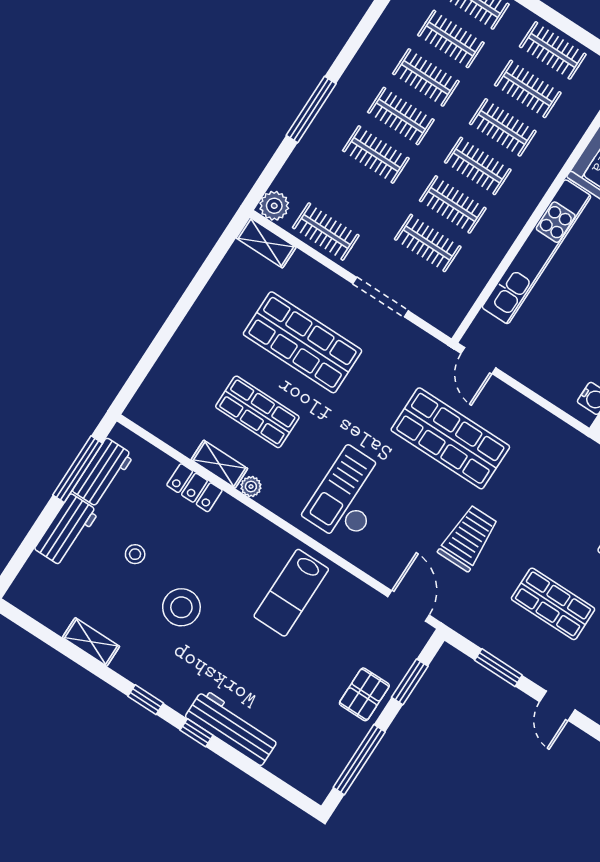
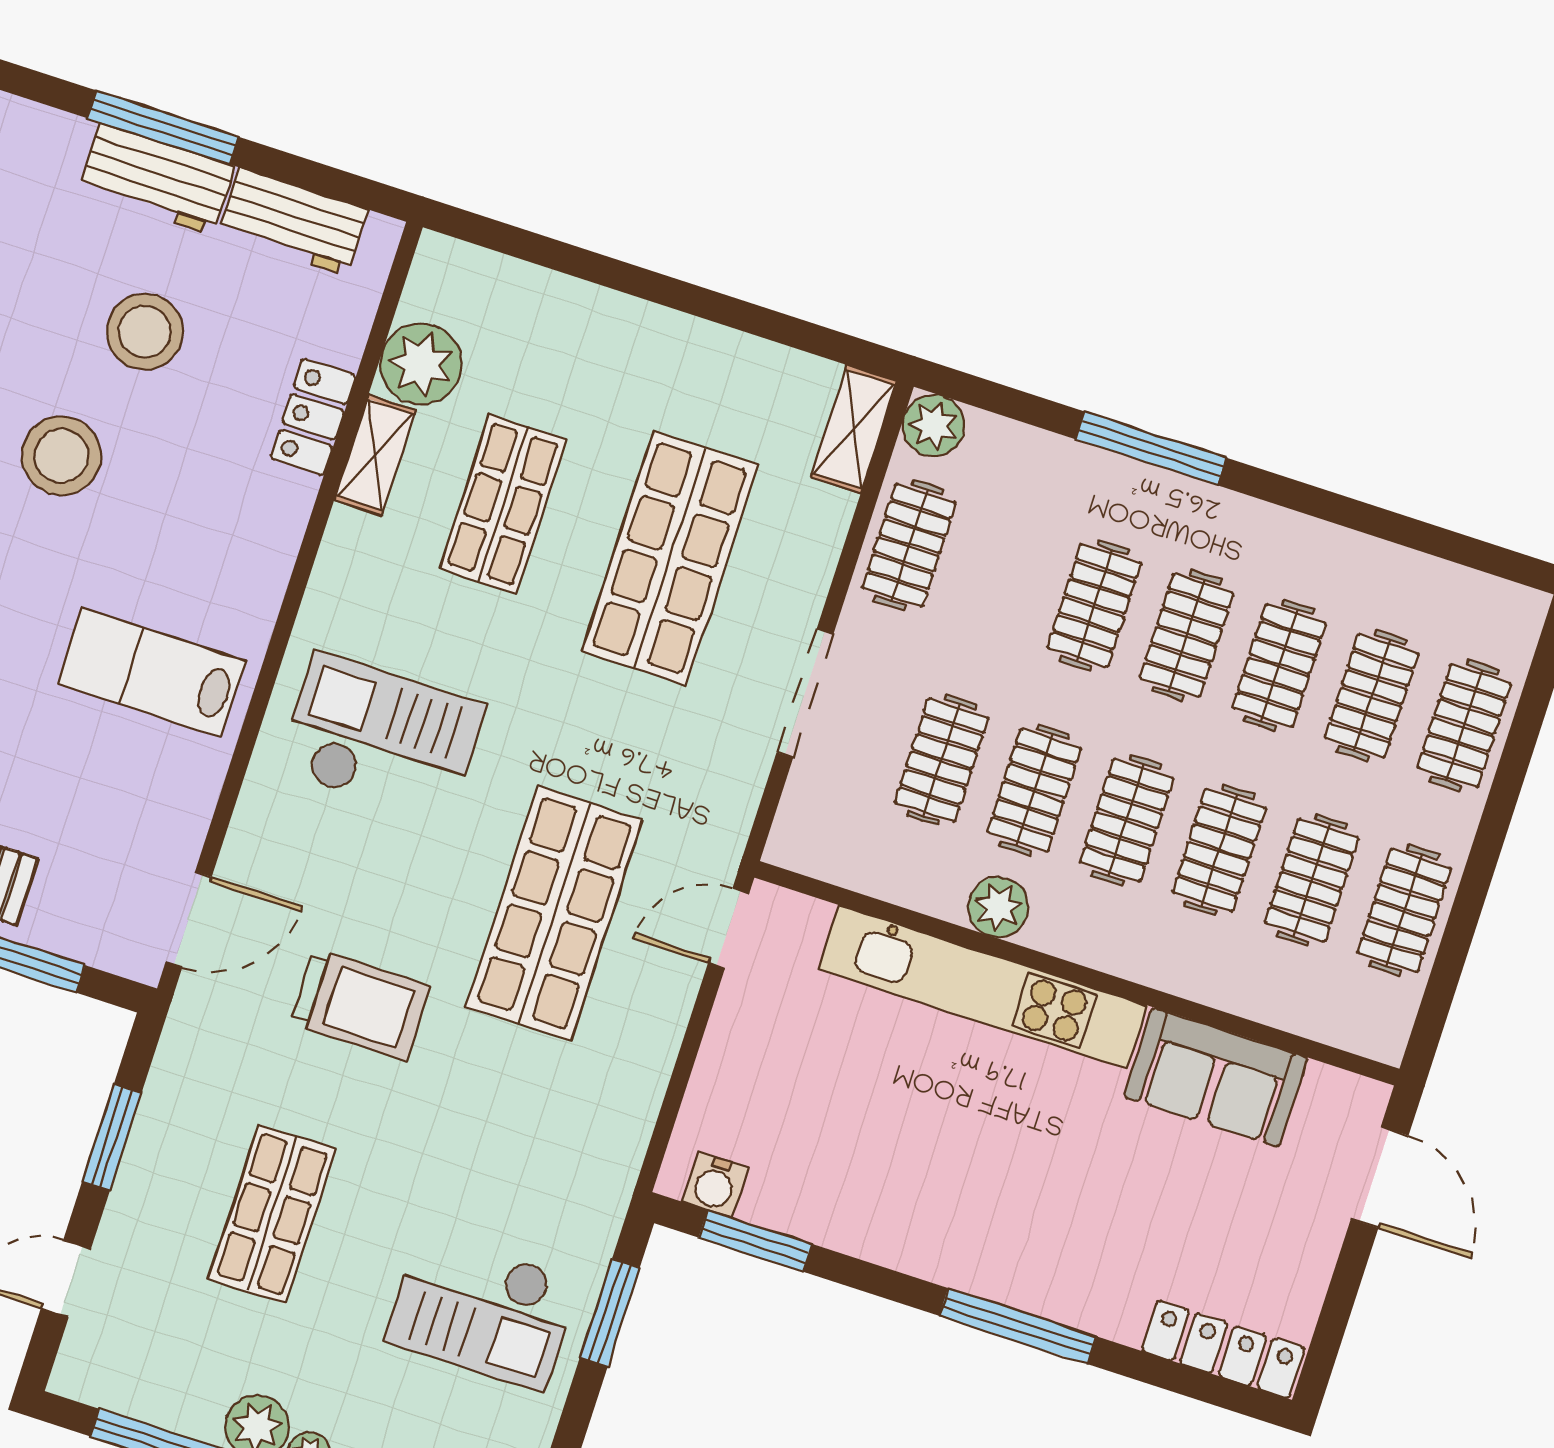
plant: (502, 235) -> (998, 907), added
window: (78, 469) -> (163, 127), moved
plant: (251, 487) -> (421, 364), moved, width x1.88, depth x1.88
stool: (135, 554) -> (145, 332), width x1.89, depth x1.89

